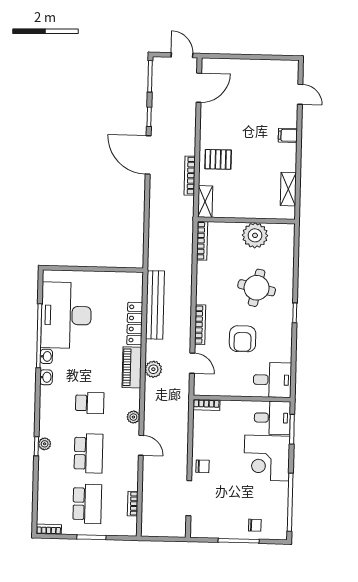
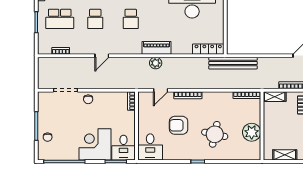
bench: (155, 305) -> (233, 63), moved
locker: (135, 324) -> (208, 49), moved
plant: (133, 417) -> (122, 50), removed
school desk: (88, 453) -> (95, 19), width x0.54

